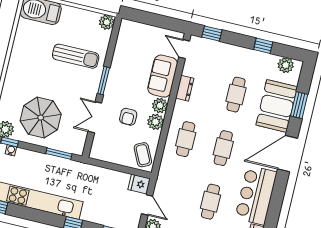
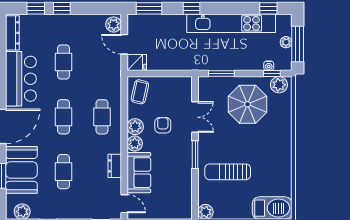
coffee table: (143, 155) -> (140, 92), turned 39

